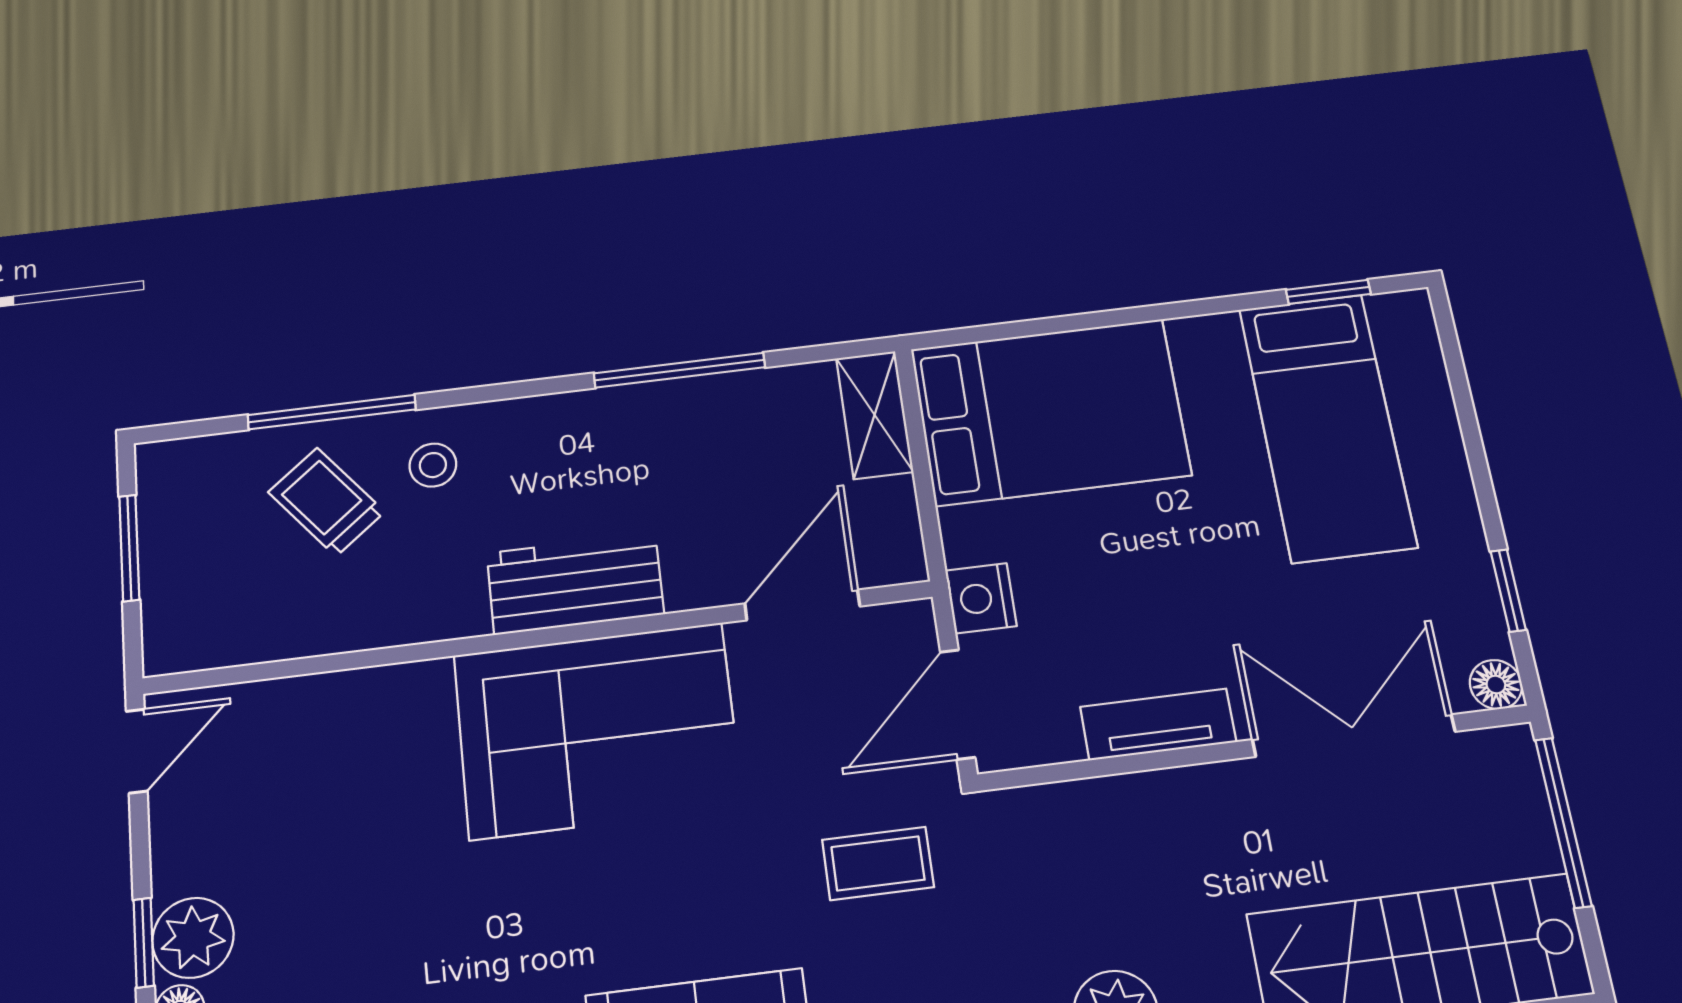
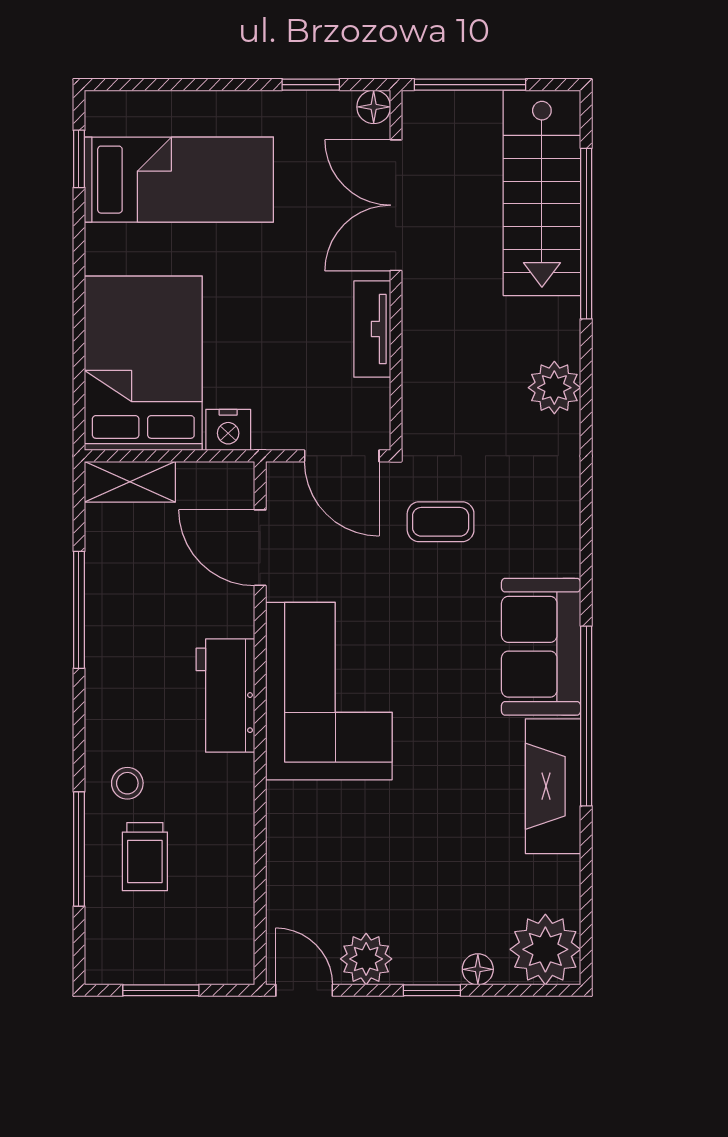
trolley: (326, 502) -> (145, 857), turned -51
nightstand: (981, 598) -> (228, 430), moved
coffee table: (878, 863) -> (441, 522), turned 90
plant: (193, 938) -> (366, 959), moved

